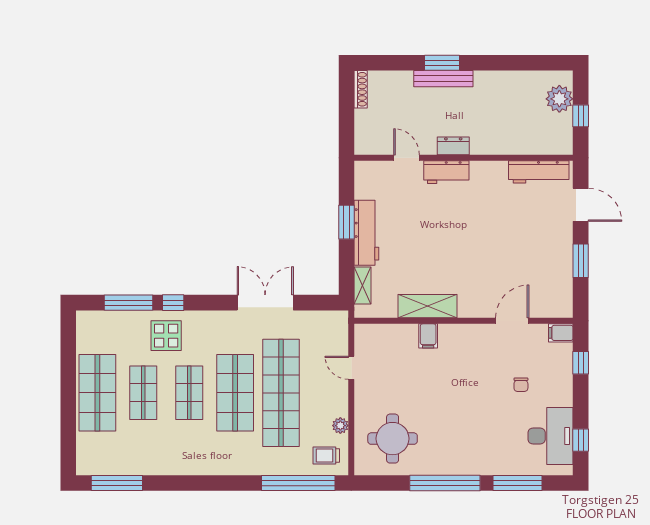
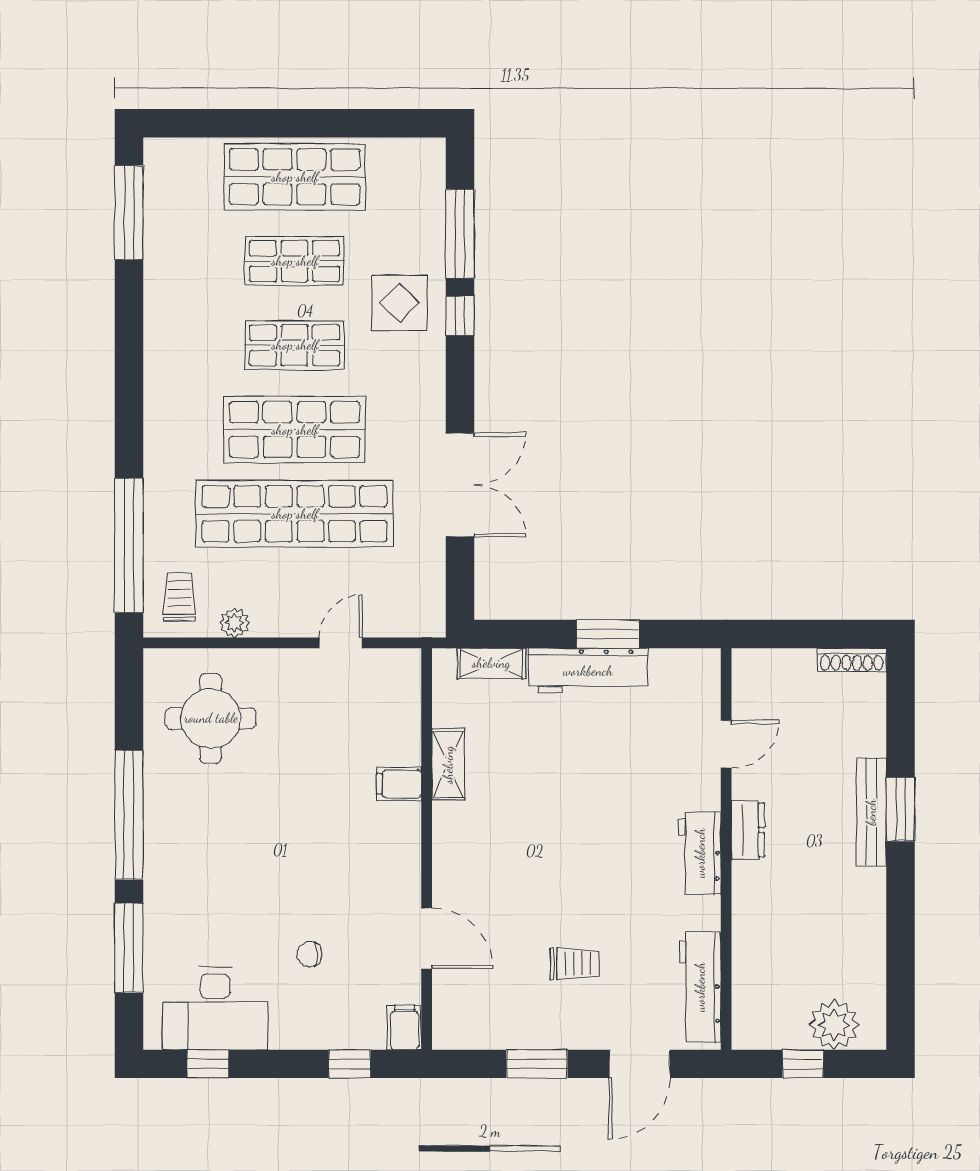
workbench: (446, 172) -> (700, 853), moved
trolley: (526, 240) -> (575, 964), added
shelving: (427, 306) -> (448, 765), width x0.67, depth x0.75

